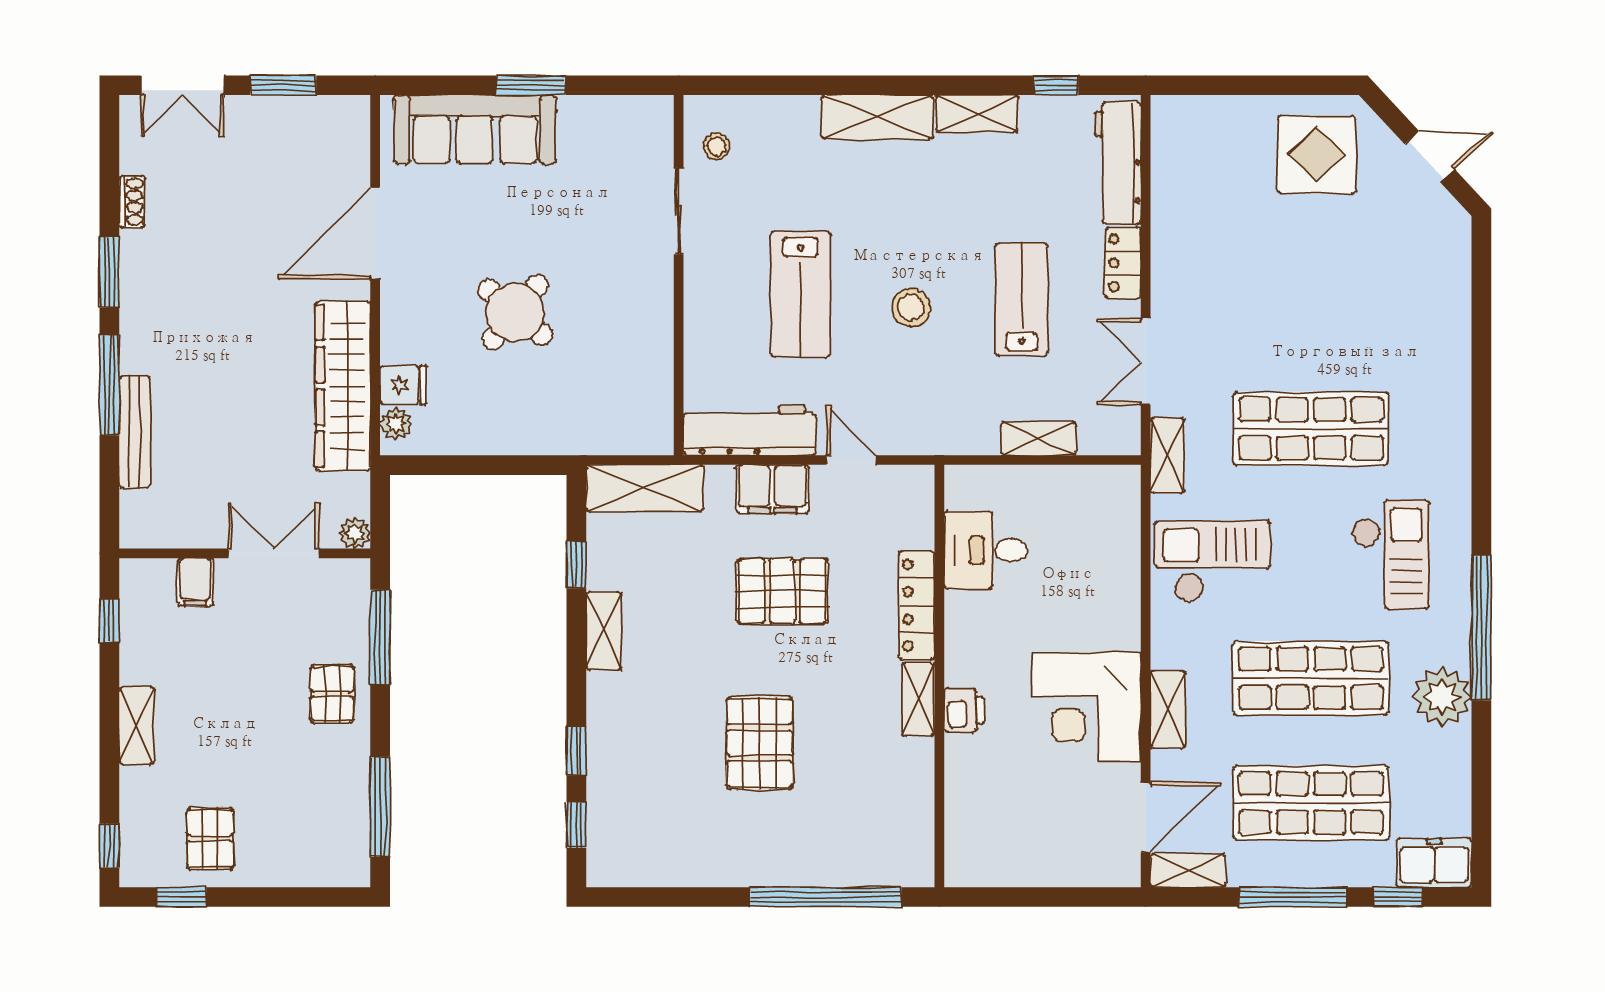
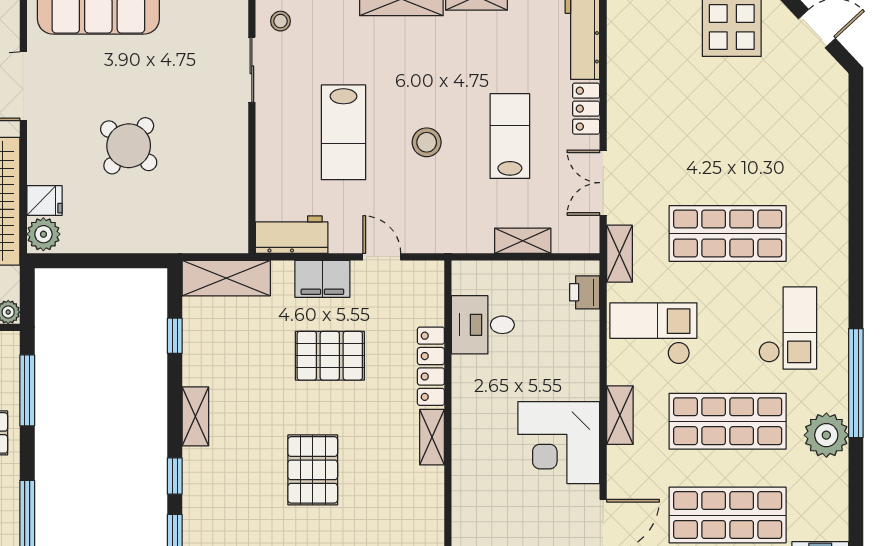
plant: (396, 424) -> (43, 234), width x1.38, depth x1.38
workbench: (750, 430) -> (292, 235), width x0.73
shelving: (604, 631) -> (195, 416), moved
shelving: (1168, 709) -> (620, 415), moved
printer: (964, 710) -> (585, 292), moved, turned 180

